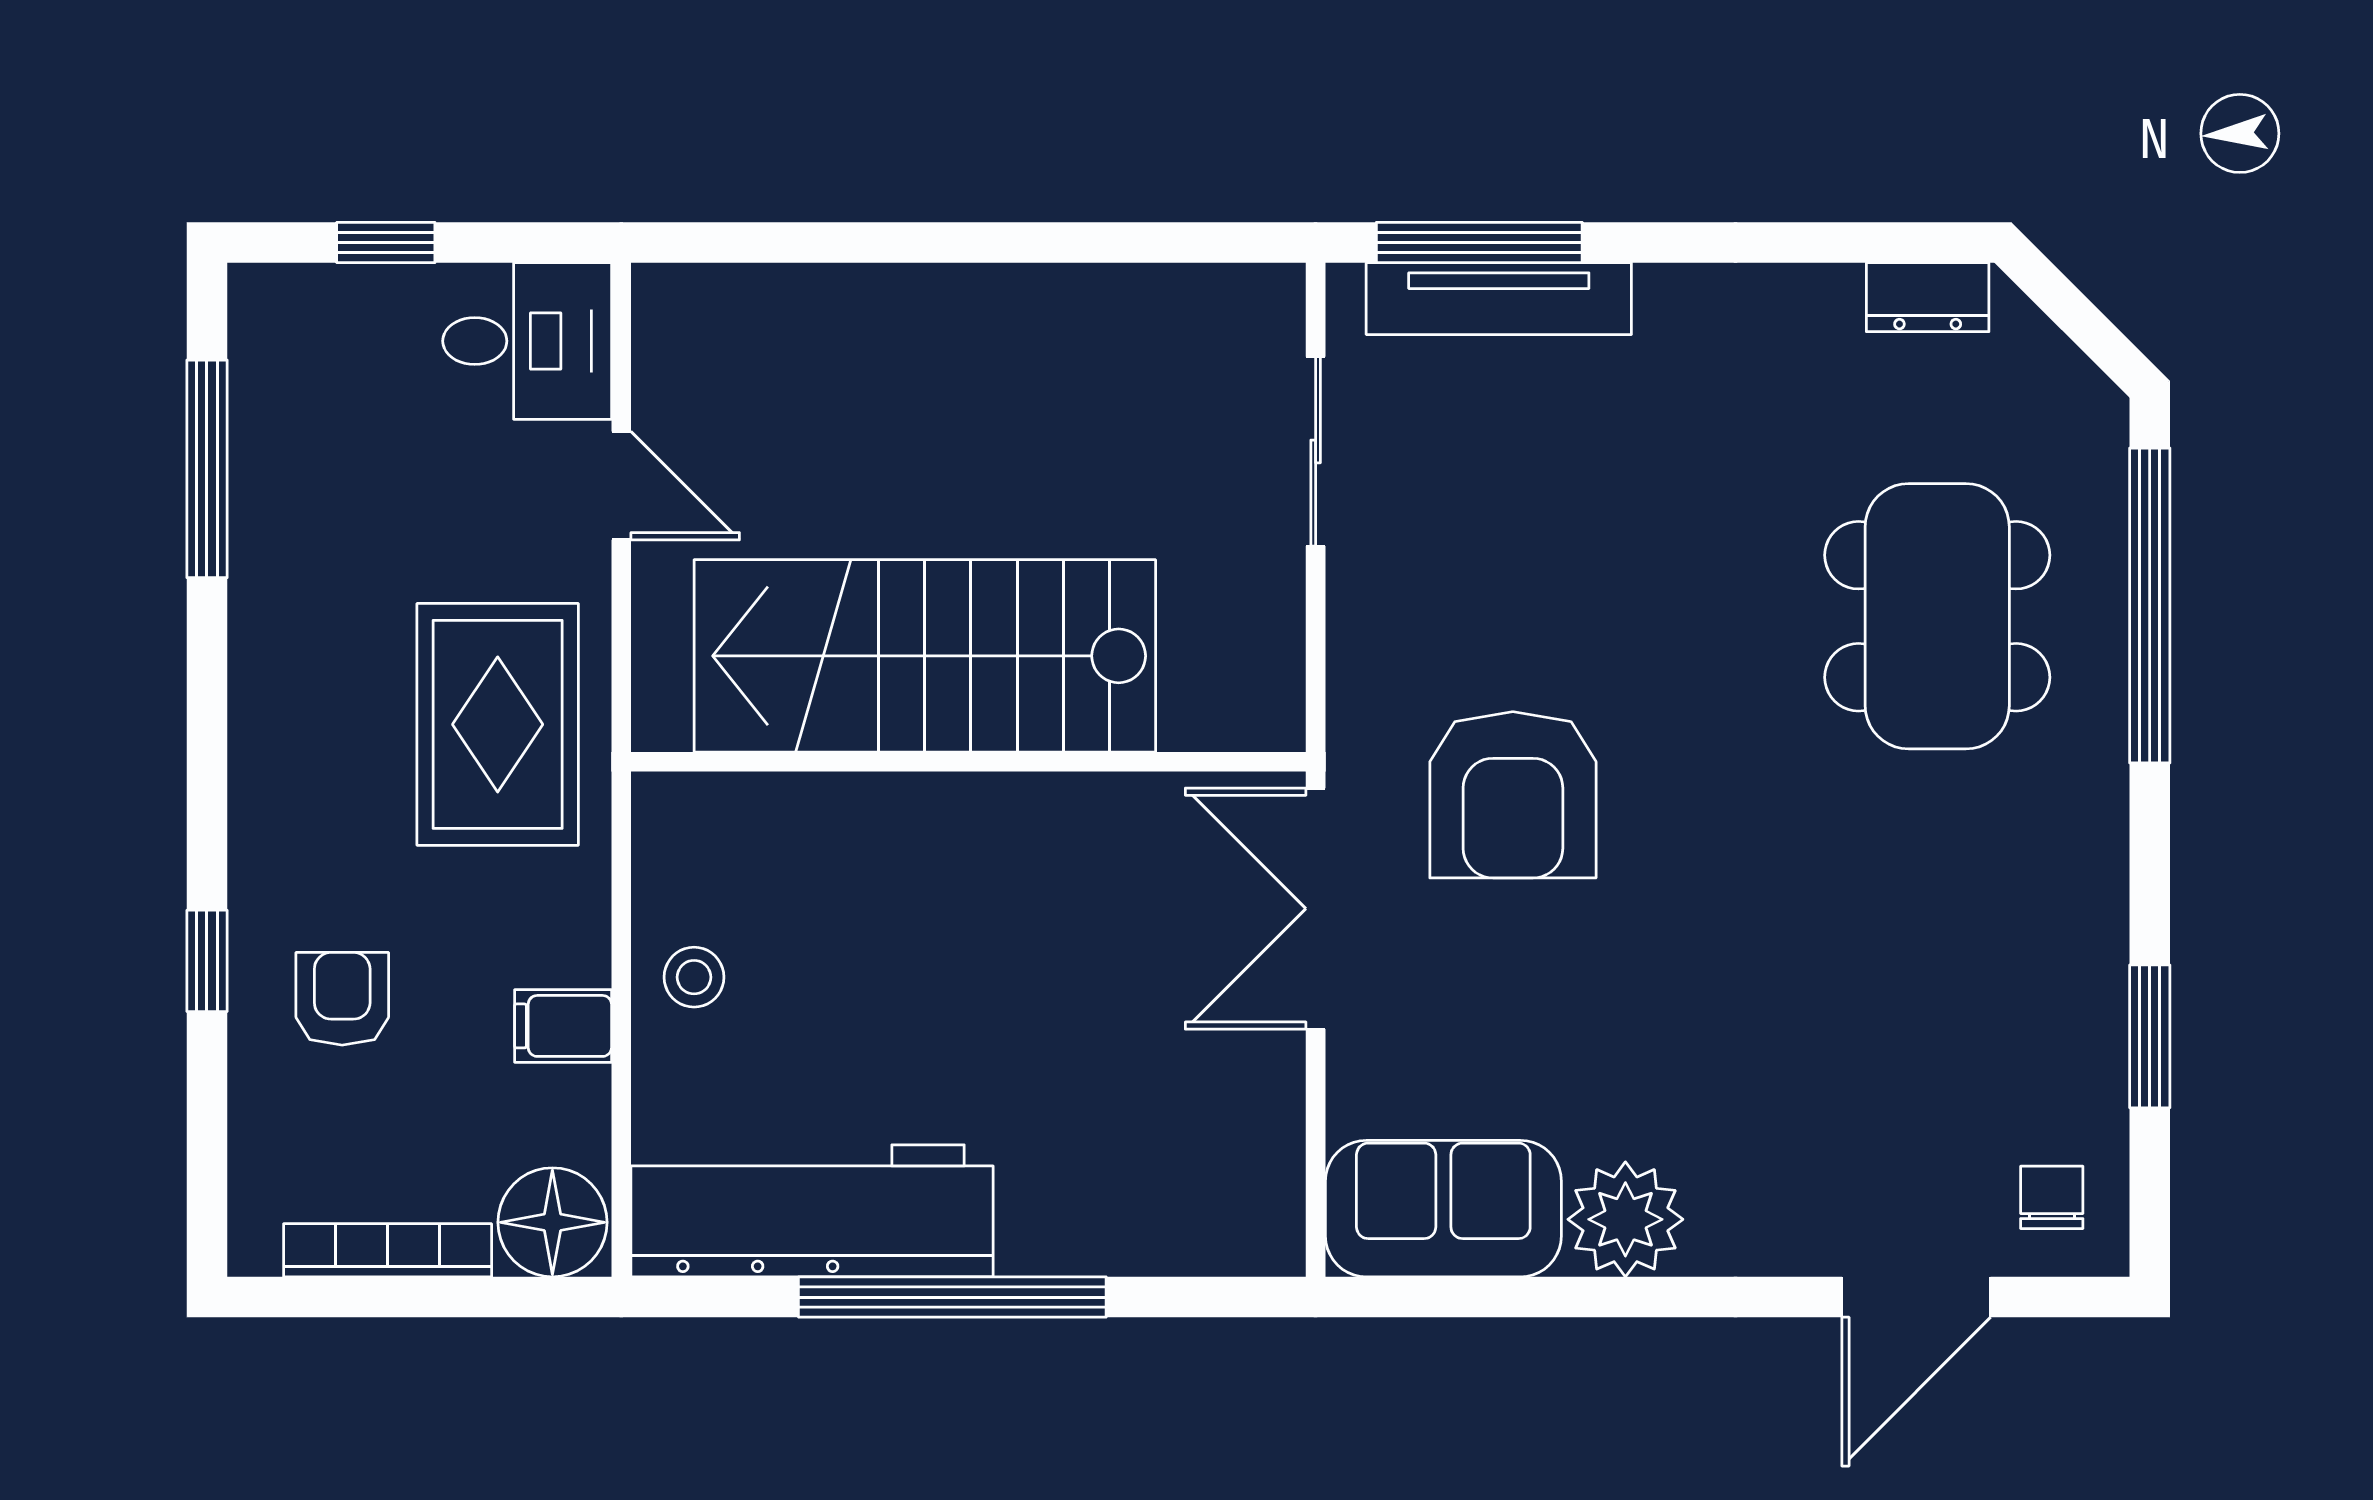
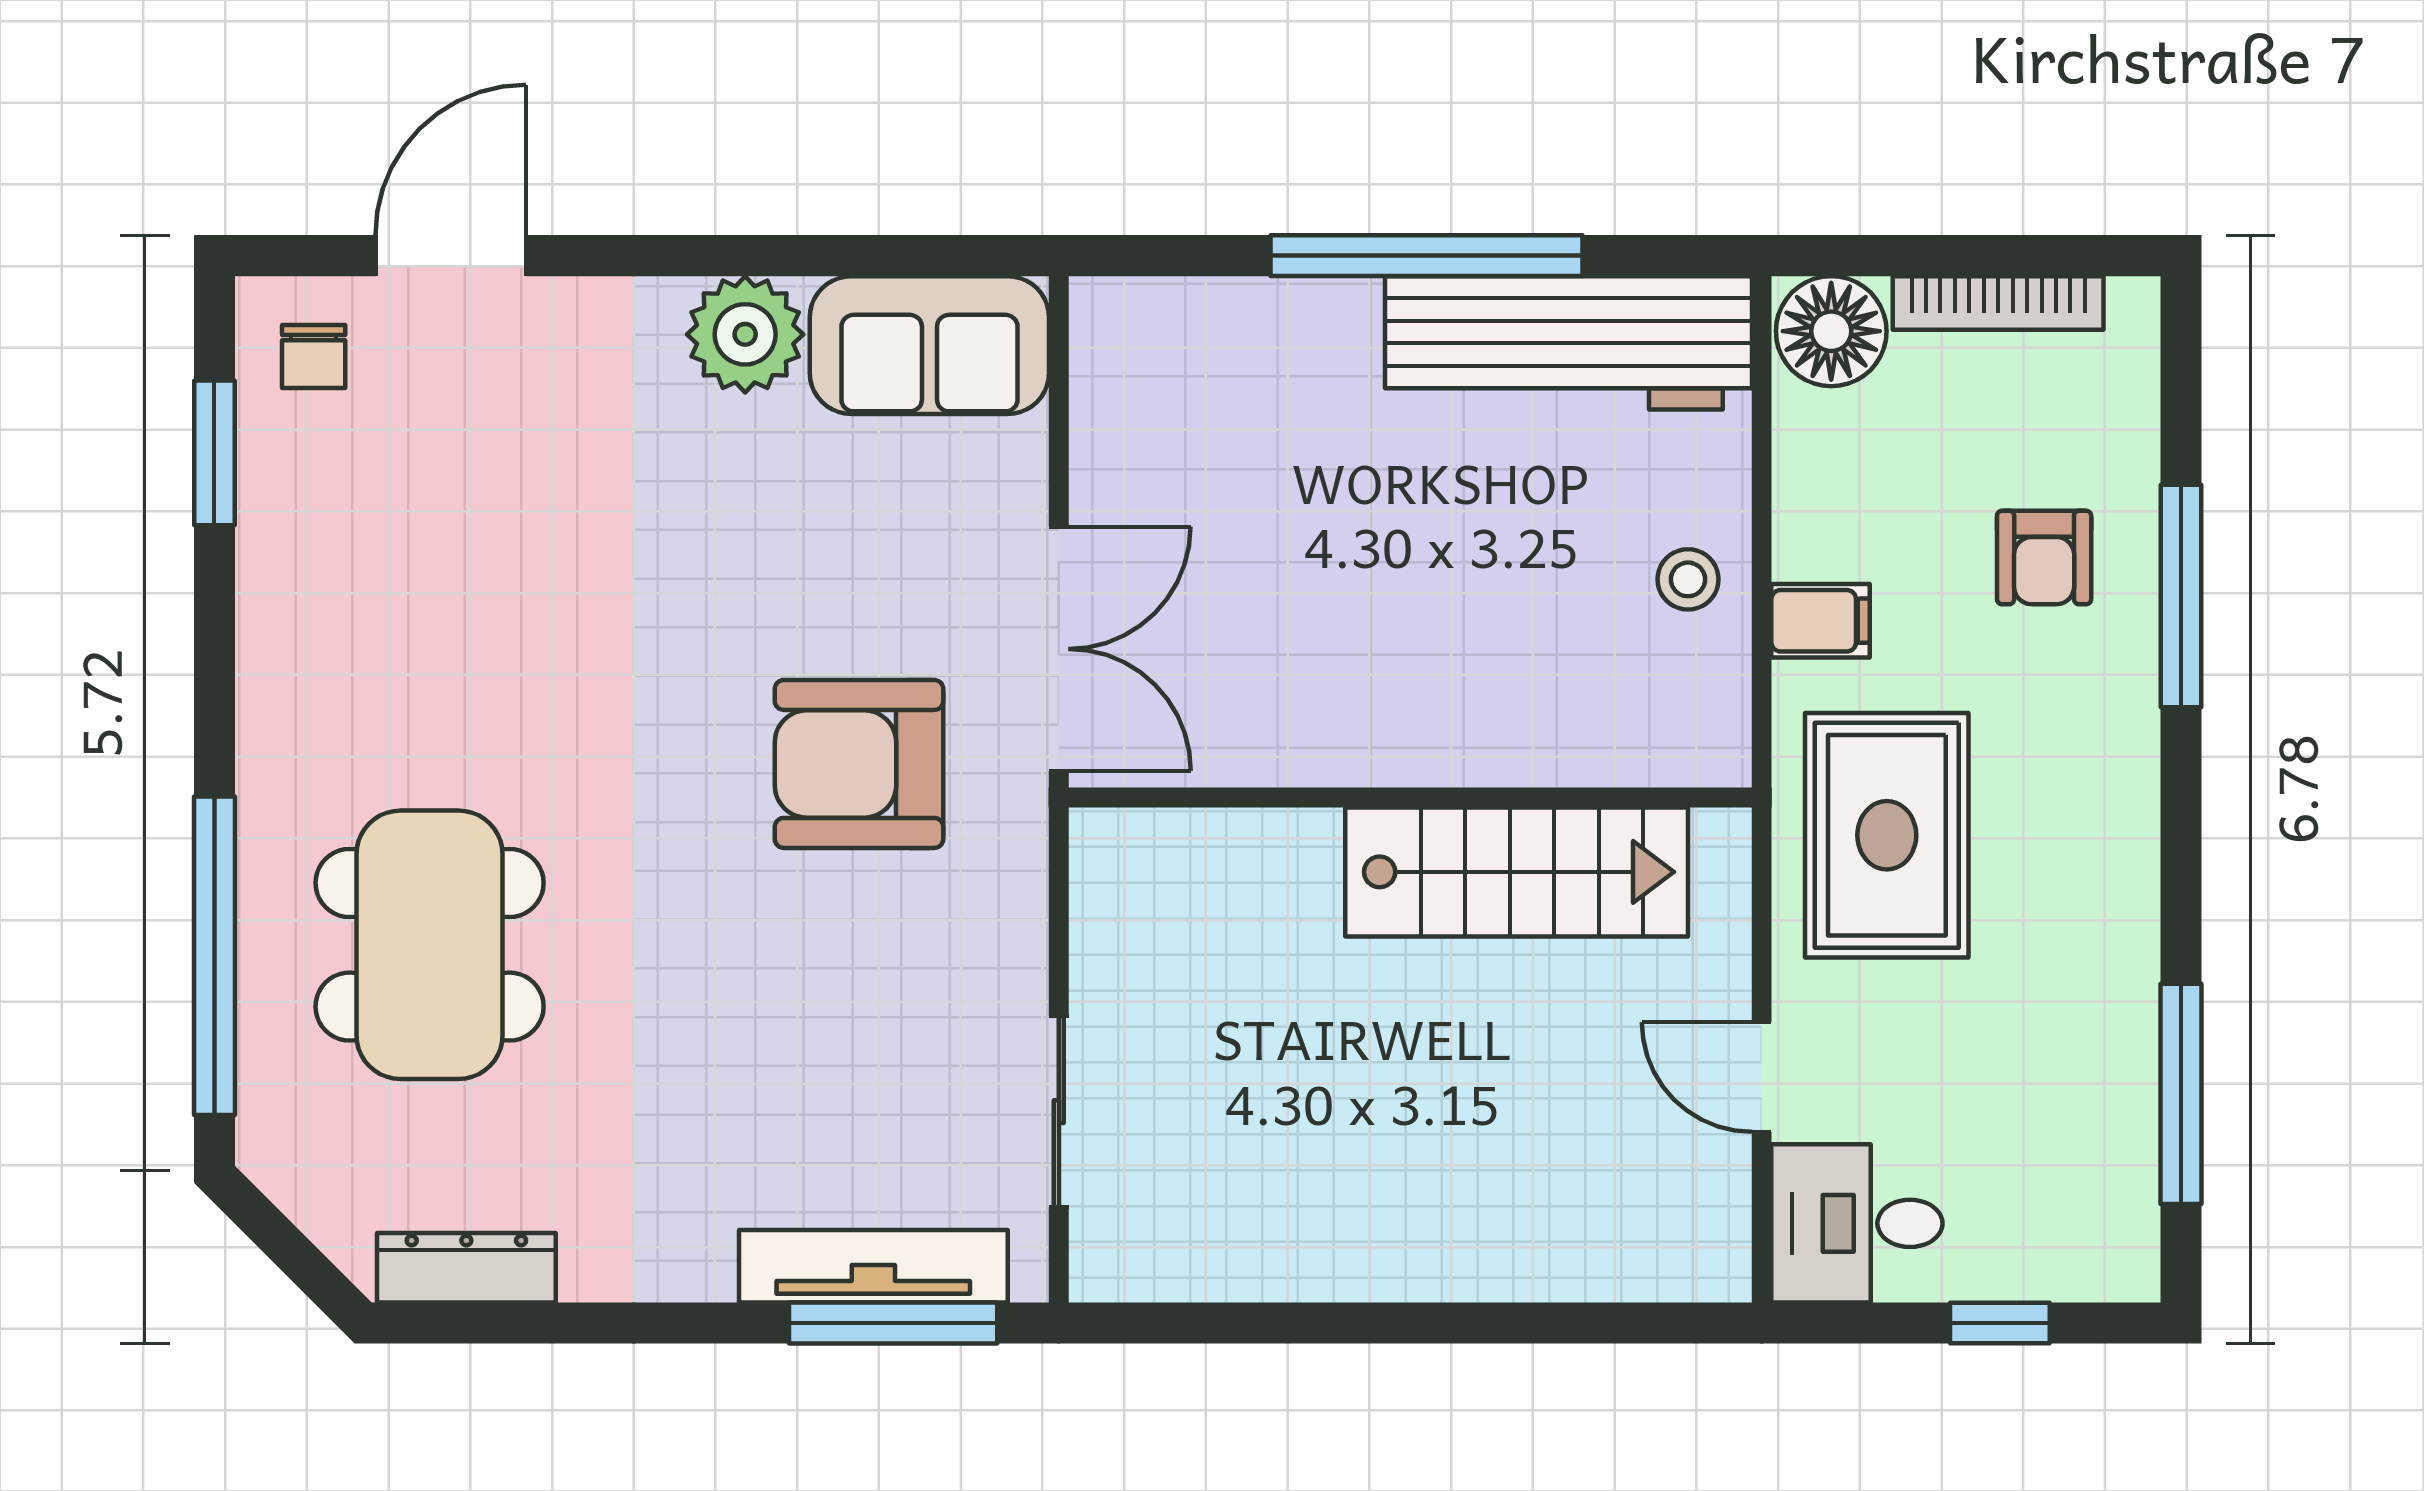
dresser: (1928, 297) -> (466, 1268), width x1.44
stairs: (925, 656) -> (1517, 872), width x0.73, depth x0.66
armchair: (1513, 795) -> (859, 764), turned -90
window: (207, 961) -> (2181, 596), width x2.17
filing cabinet: (563, 1026) -> (1821, 621), moved
window: (2150, 1036) -> (214, 453), moved

